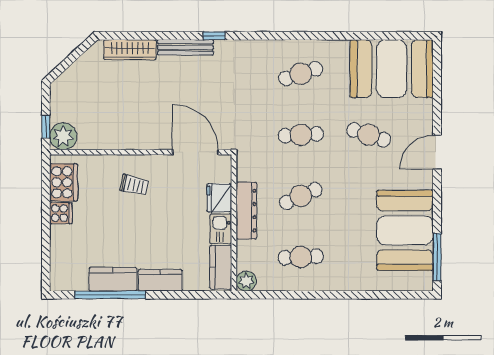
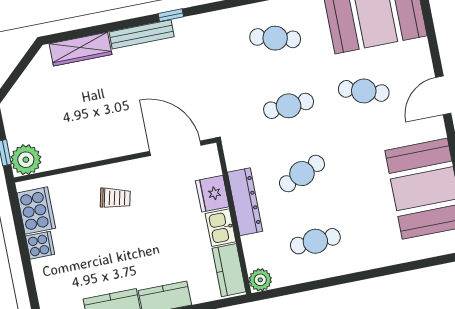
cafe table: (301, 74) -> (275, 38), turned 33

